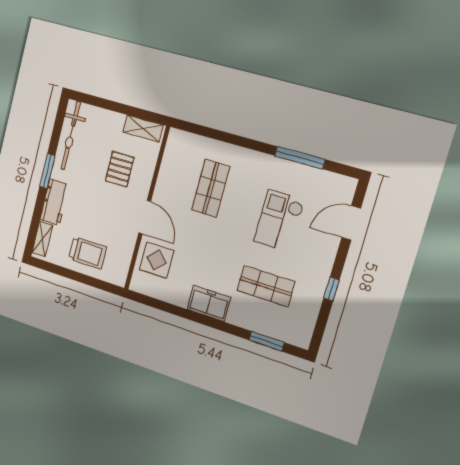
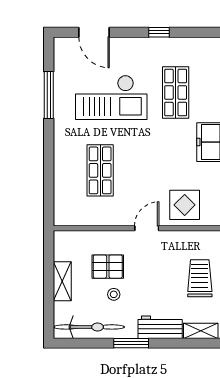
shelving: (143, 129) -> (62, 281), moved
stool: (93, 168) -> (114, 294), added
shop shelf: (211, 188) -> (100, 170), turned 90
door: (145, 217) -> (147, 228), width x0.73
checkout: (279, 221) -> (111, 97), width x1.36, depth x1.21

